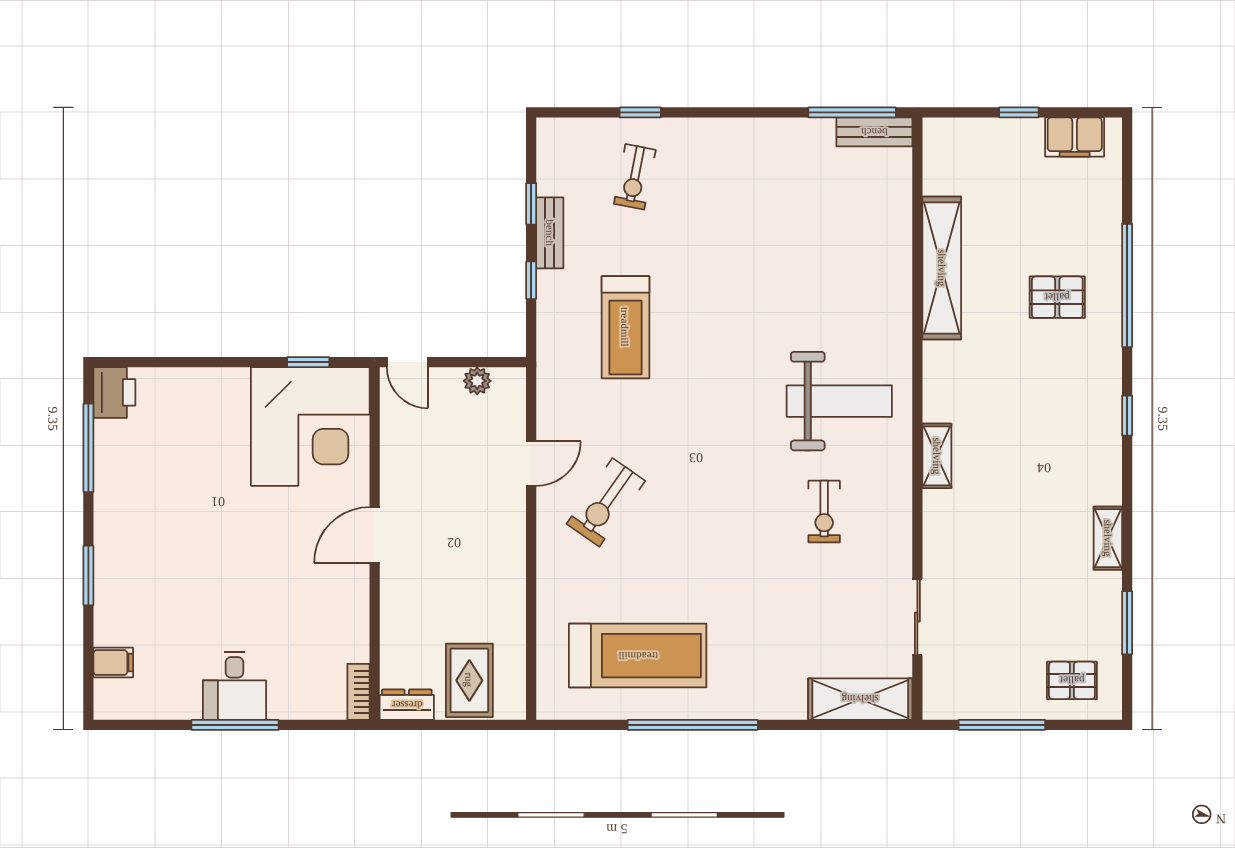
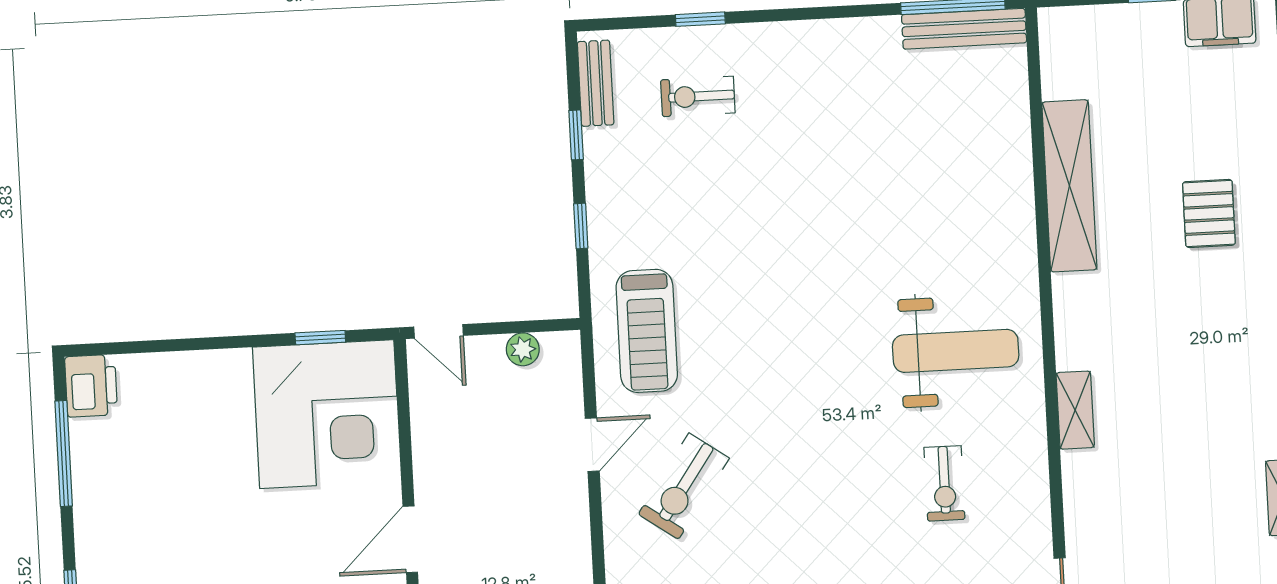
bench: (874, 132) -> (964, 29), width x1.36
exercise bike: (635, 177) -> (698, 96), turned 79
bench: (550, 233) -> (596, 83), moved
pallet: (1057, 297) -> (1209, 213), turned 90
treadmill: (625, 327) -> (647, 331), moved

